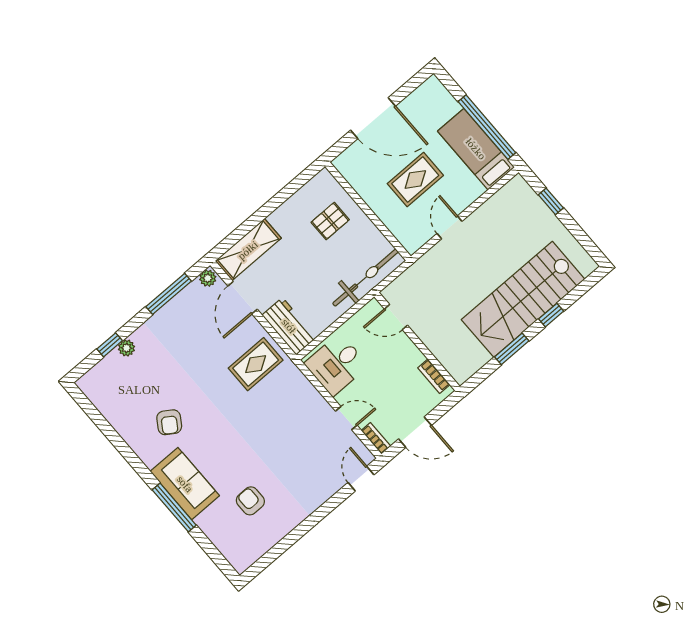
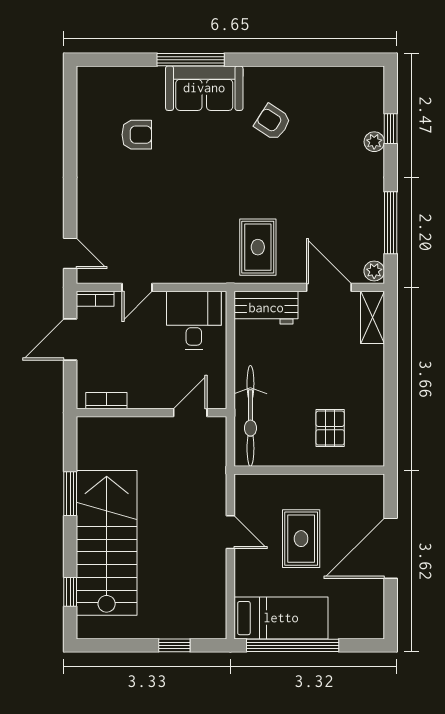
shelving: (248, 250) -> (372, 317), width x0.67, depth x0.75
window: (551, 315) -> (70, 592), moved

